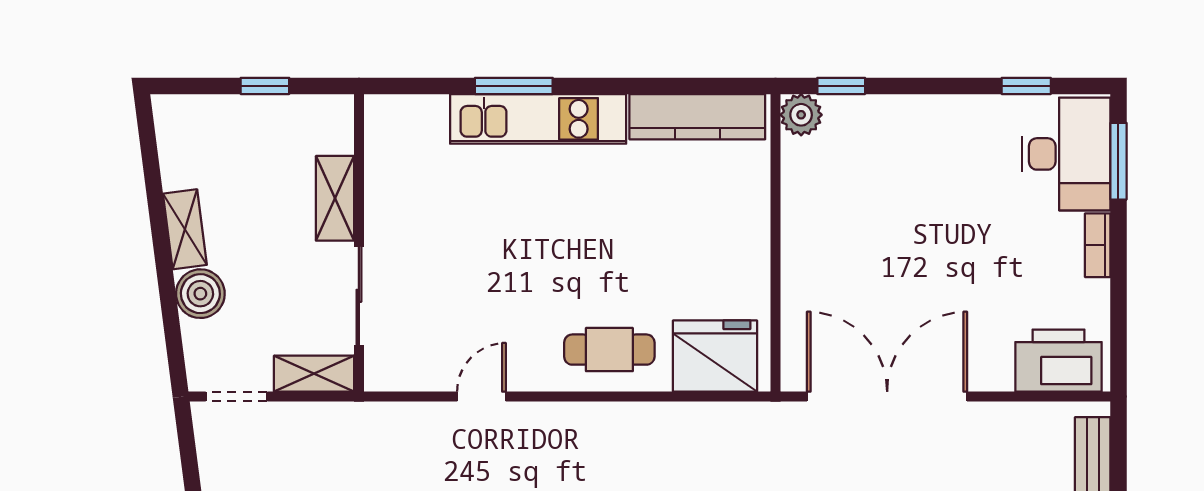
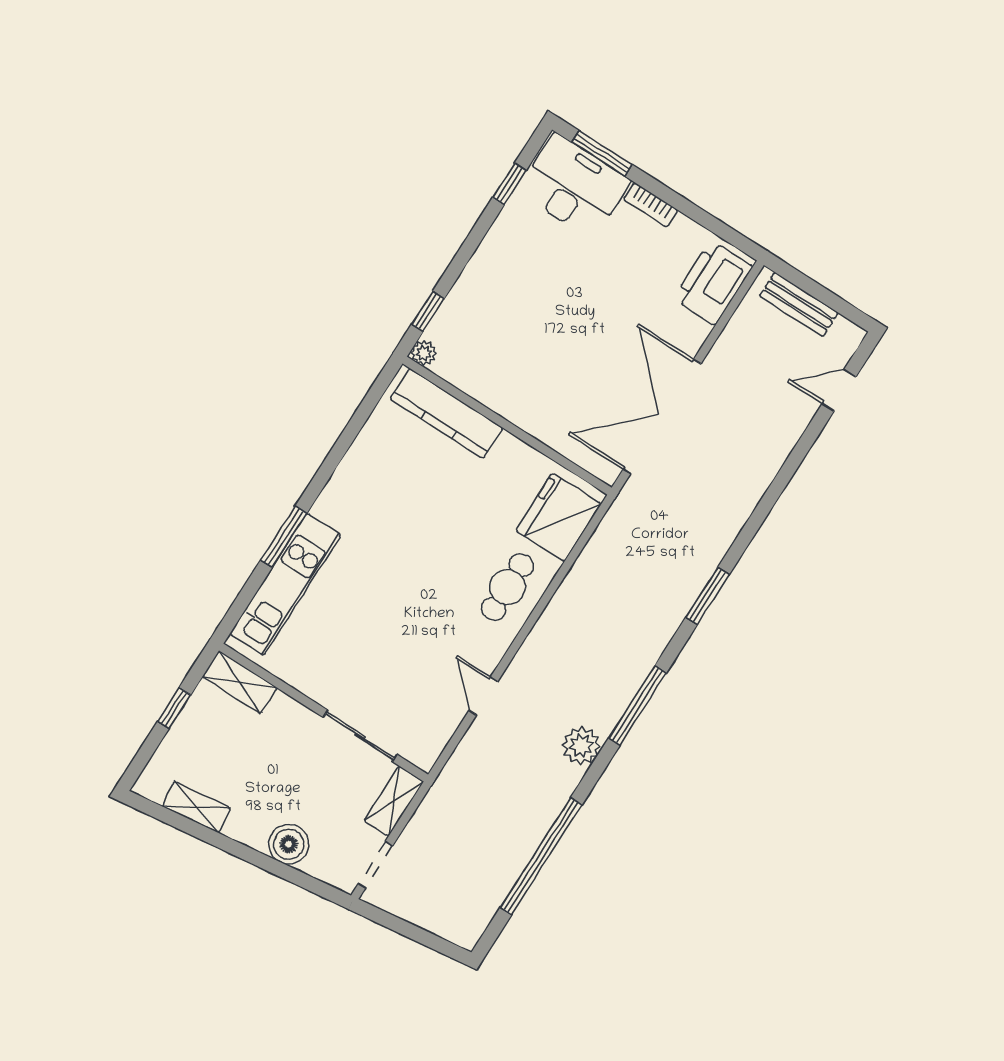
plant: (801, 115) -> (424, 353), width x0.73, depth x0.73
kitchen counter: (697, 117) -> (446, 413), moved, turned 90
kitchen unit: (538, 119) -> (285, 584), moved
shelving: (335, 198) -> (240, 682), moved
shelving: (185, 229) -> (196, 807), moved

